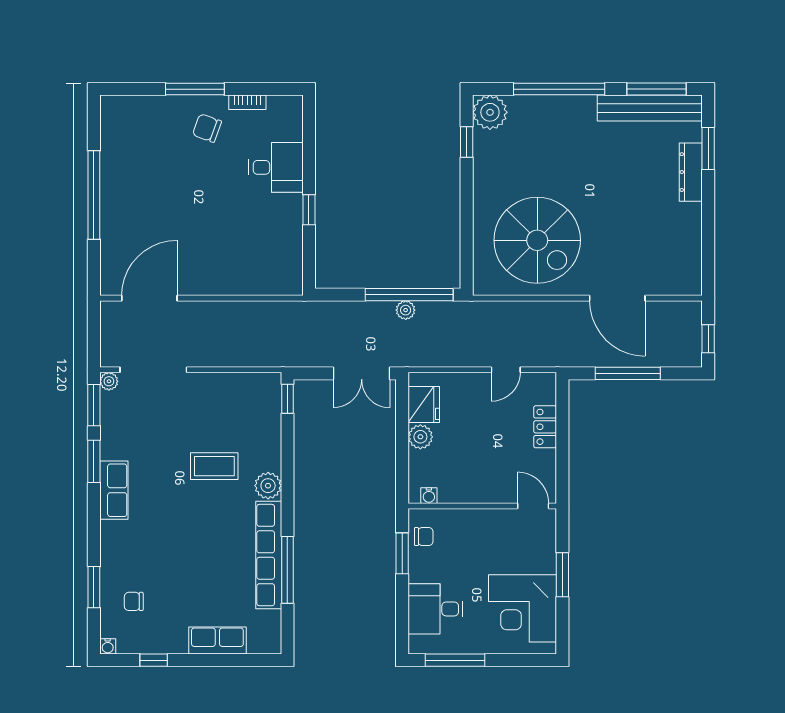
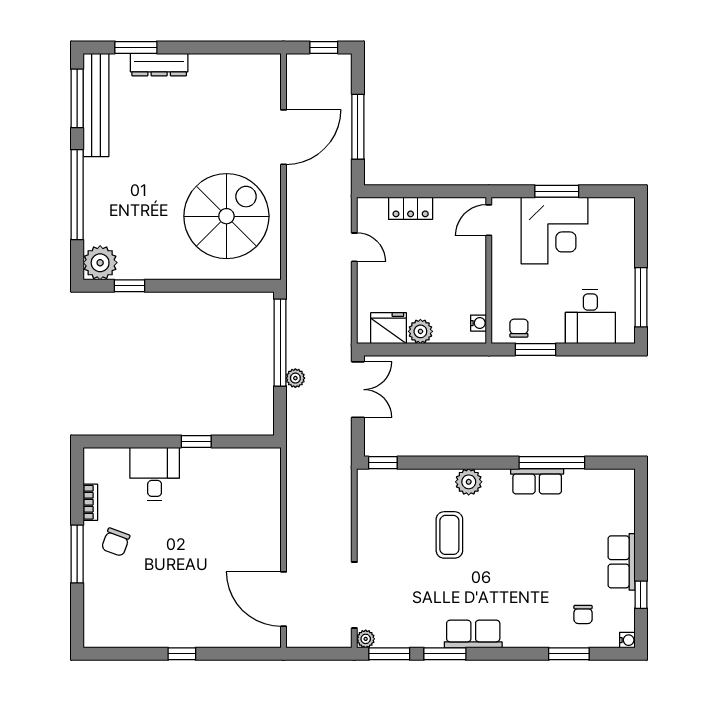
window: (94, 195) -> (182, 654), width x0.32
plant: (406, 310) -> (295, 378), moved
row of seats: (269, 555) -> (537, 481), width x0.50
corner desk: (523, 608) -> (555, 231), moved
row of seats: (217, 641) -> (622, 562), moved

